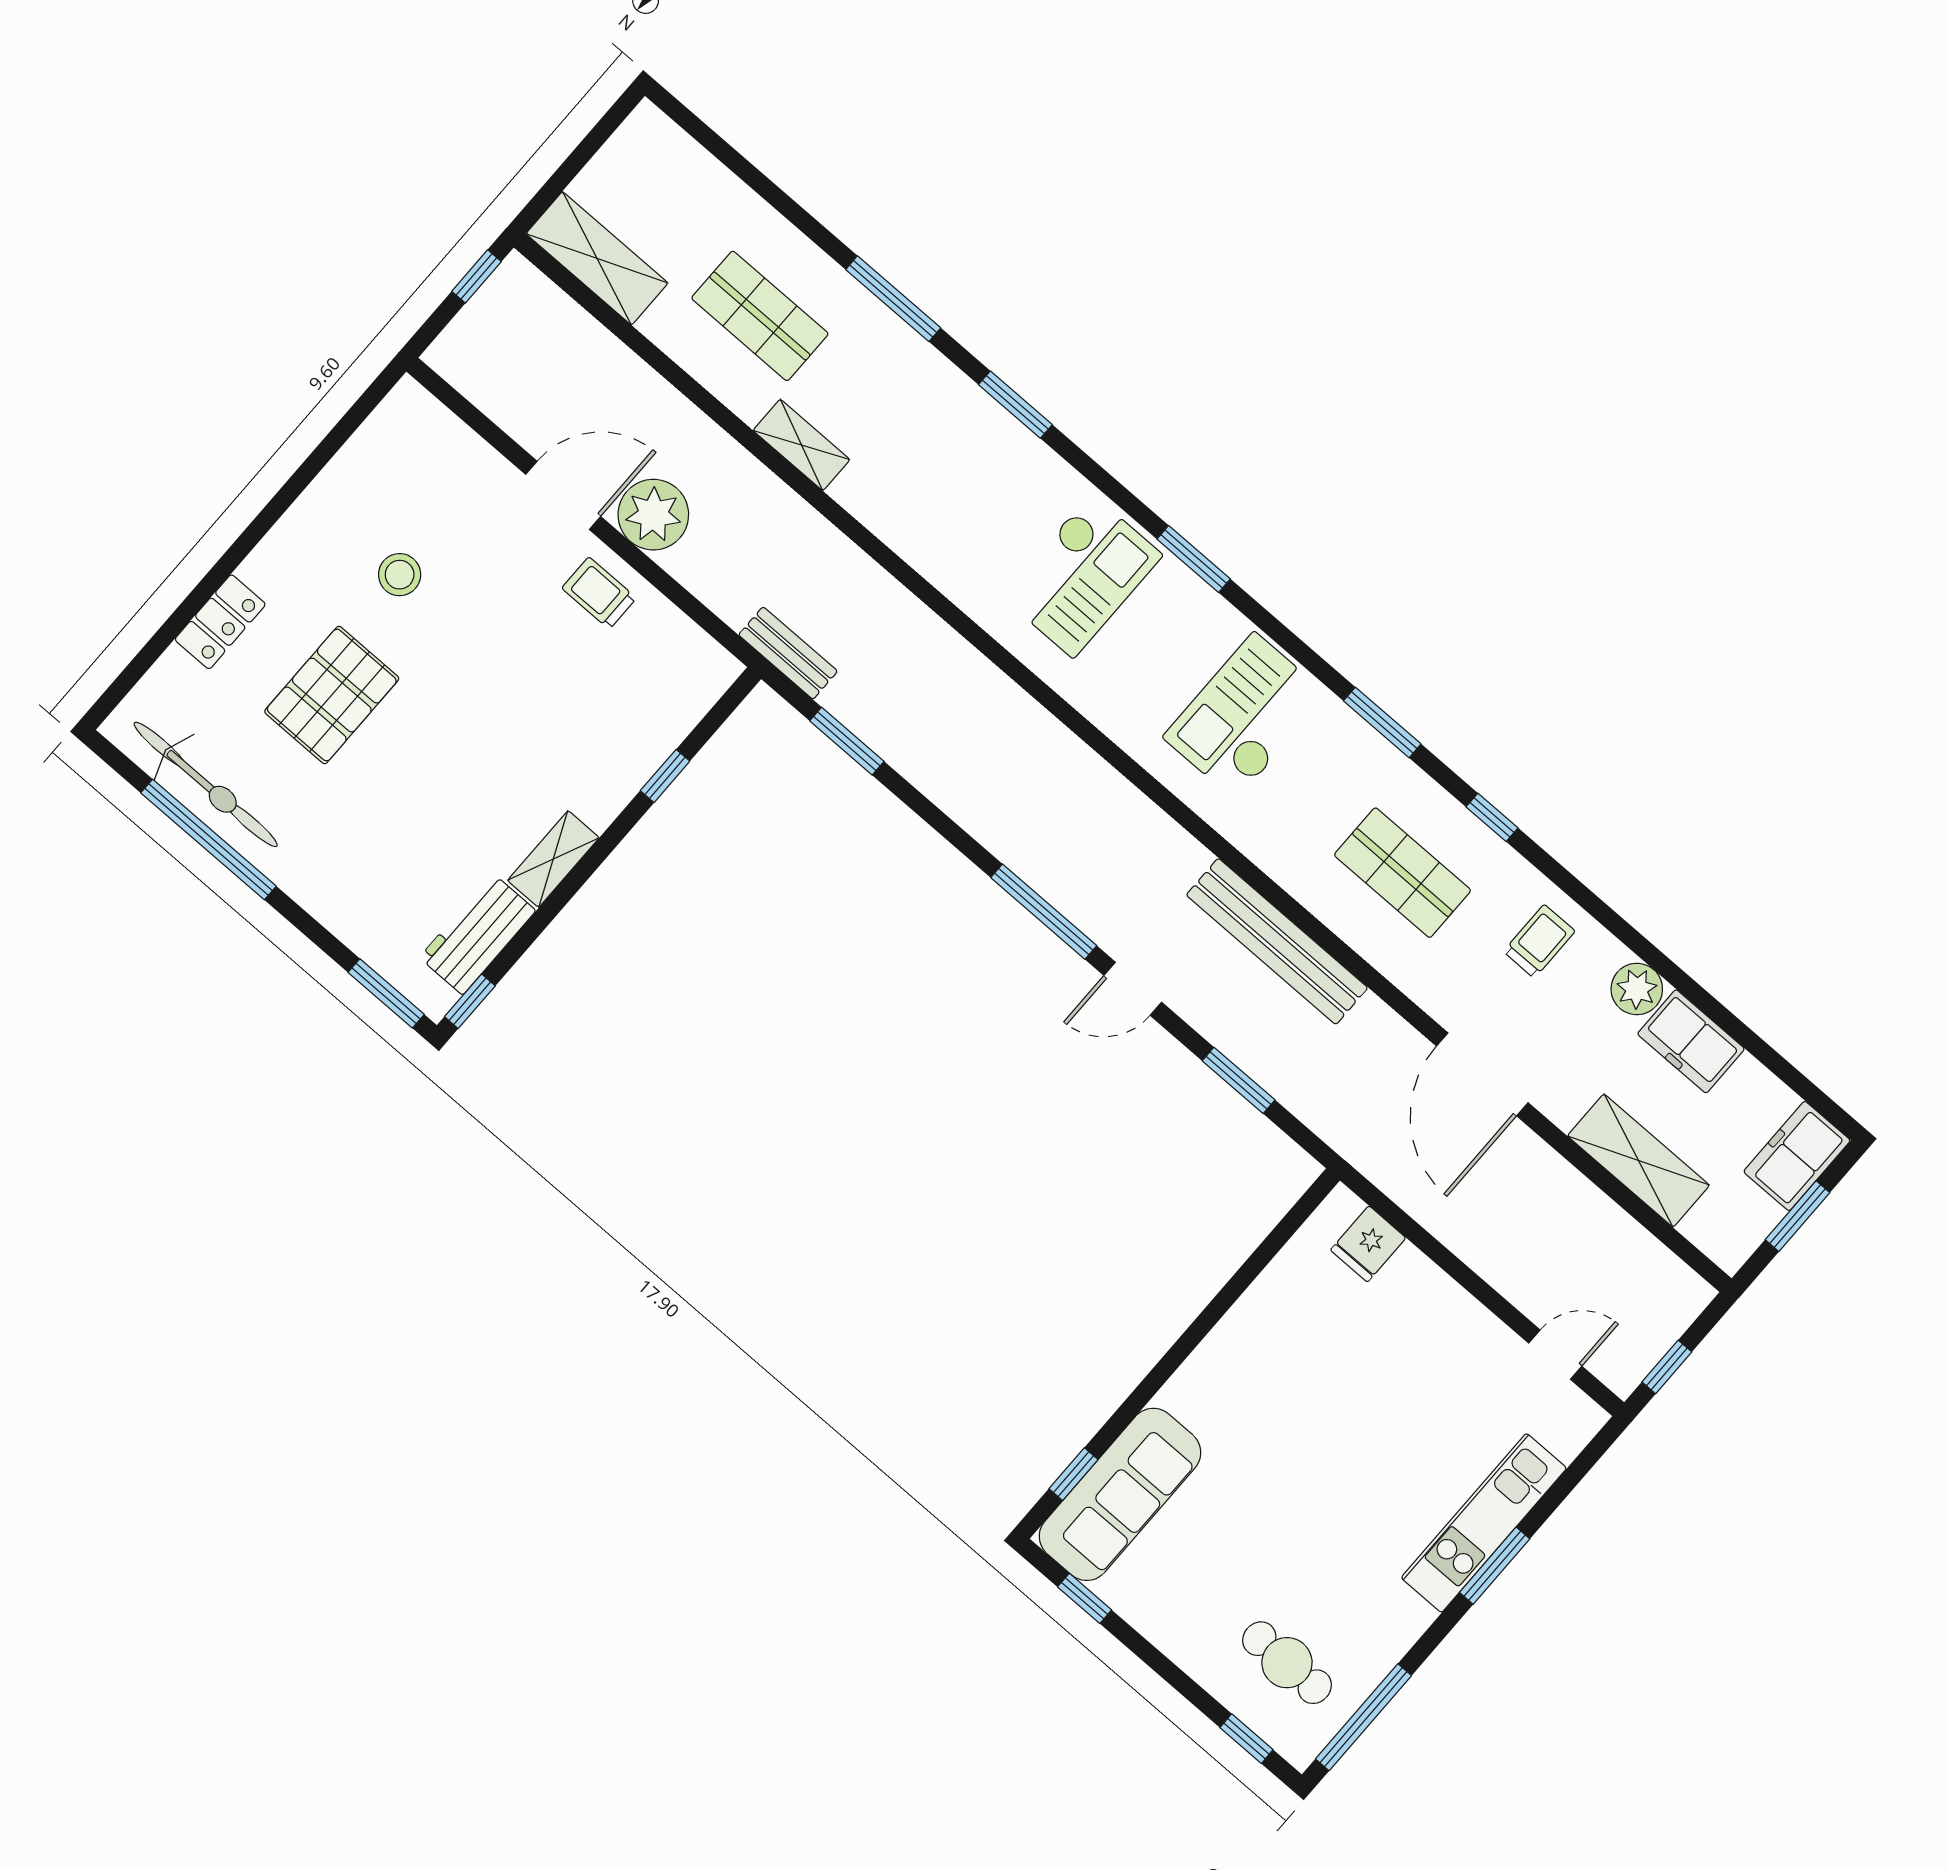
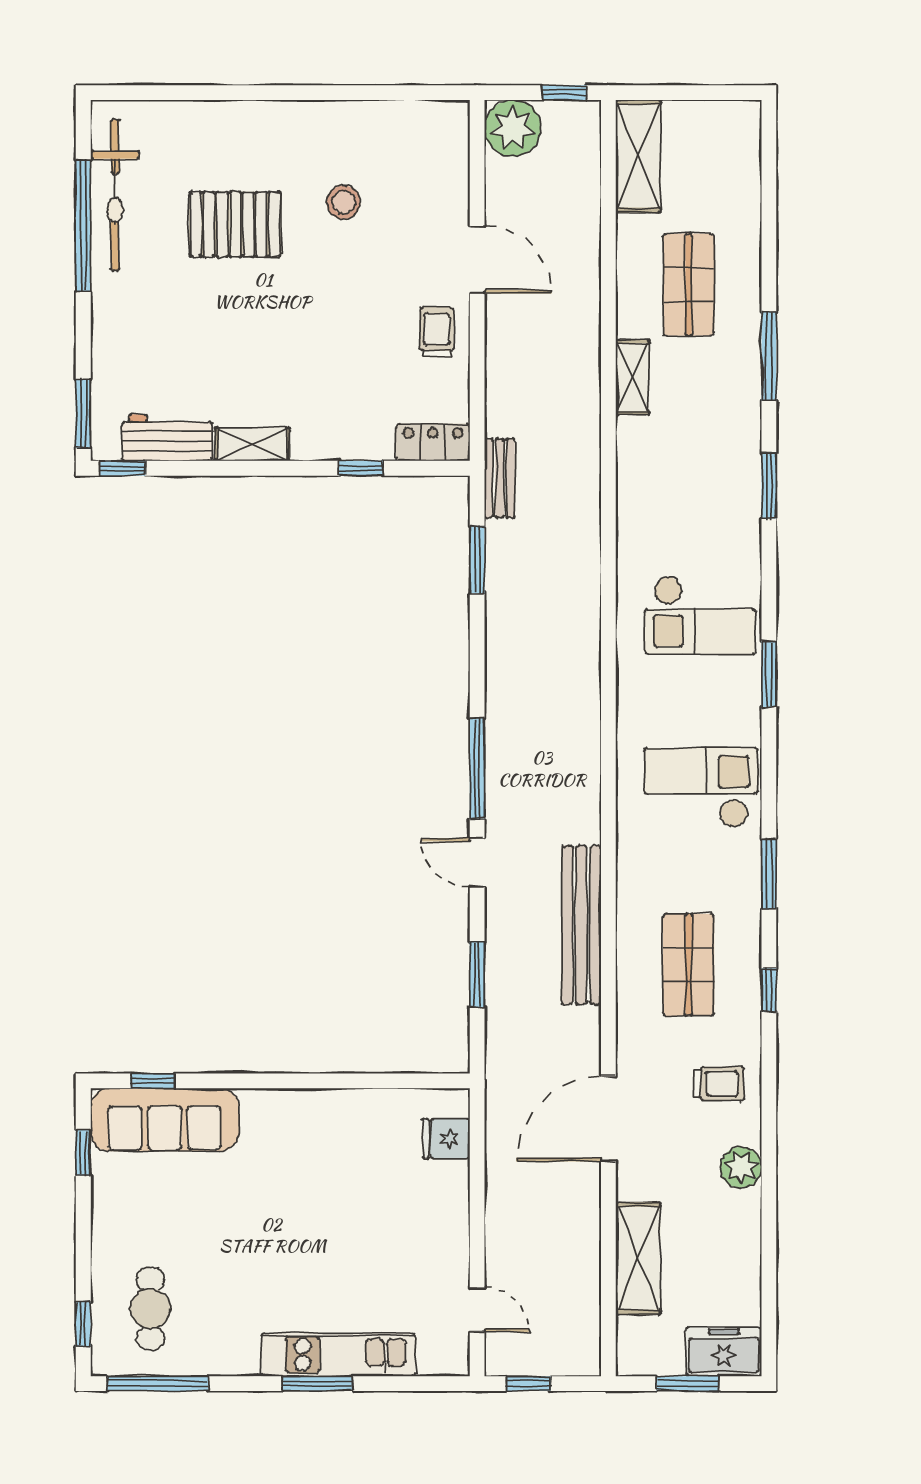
plant: (653, 515) -> (513, 128), moved
locker: (220, 622) -> (433, 442), moved, turned 180
freezer: (1691, 1041) -> (738, 1228), removed

